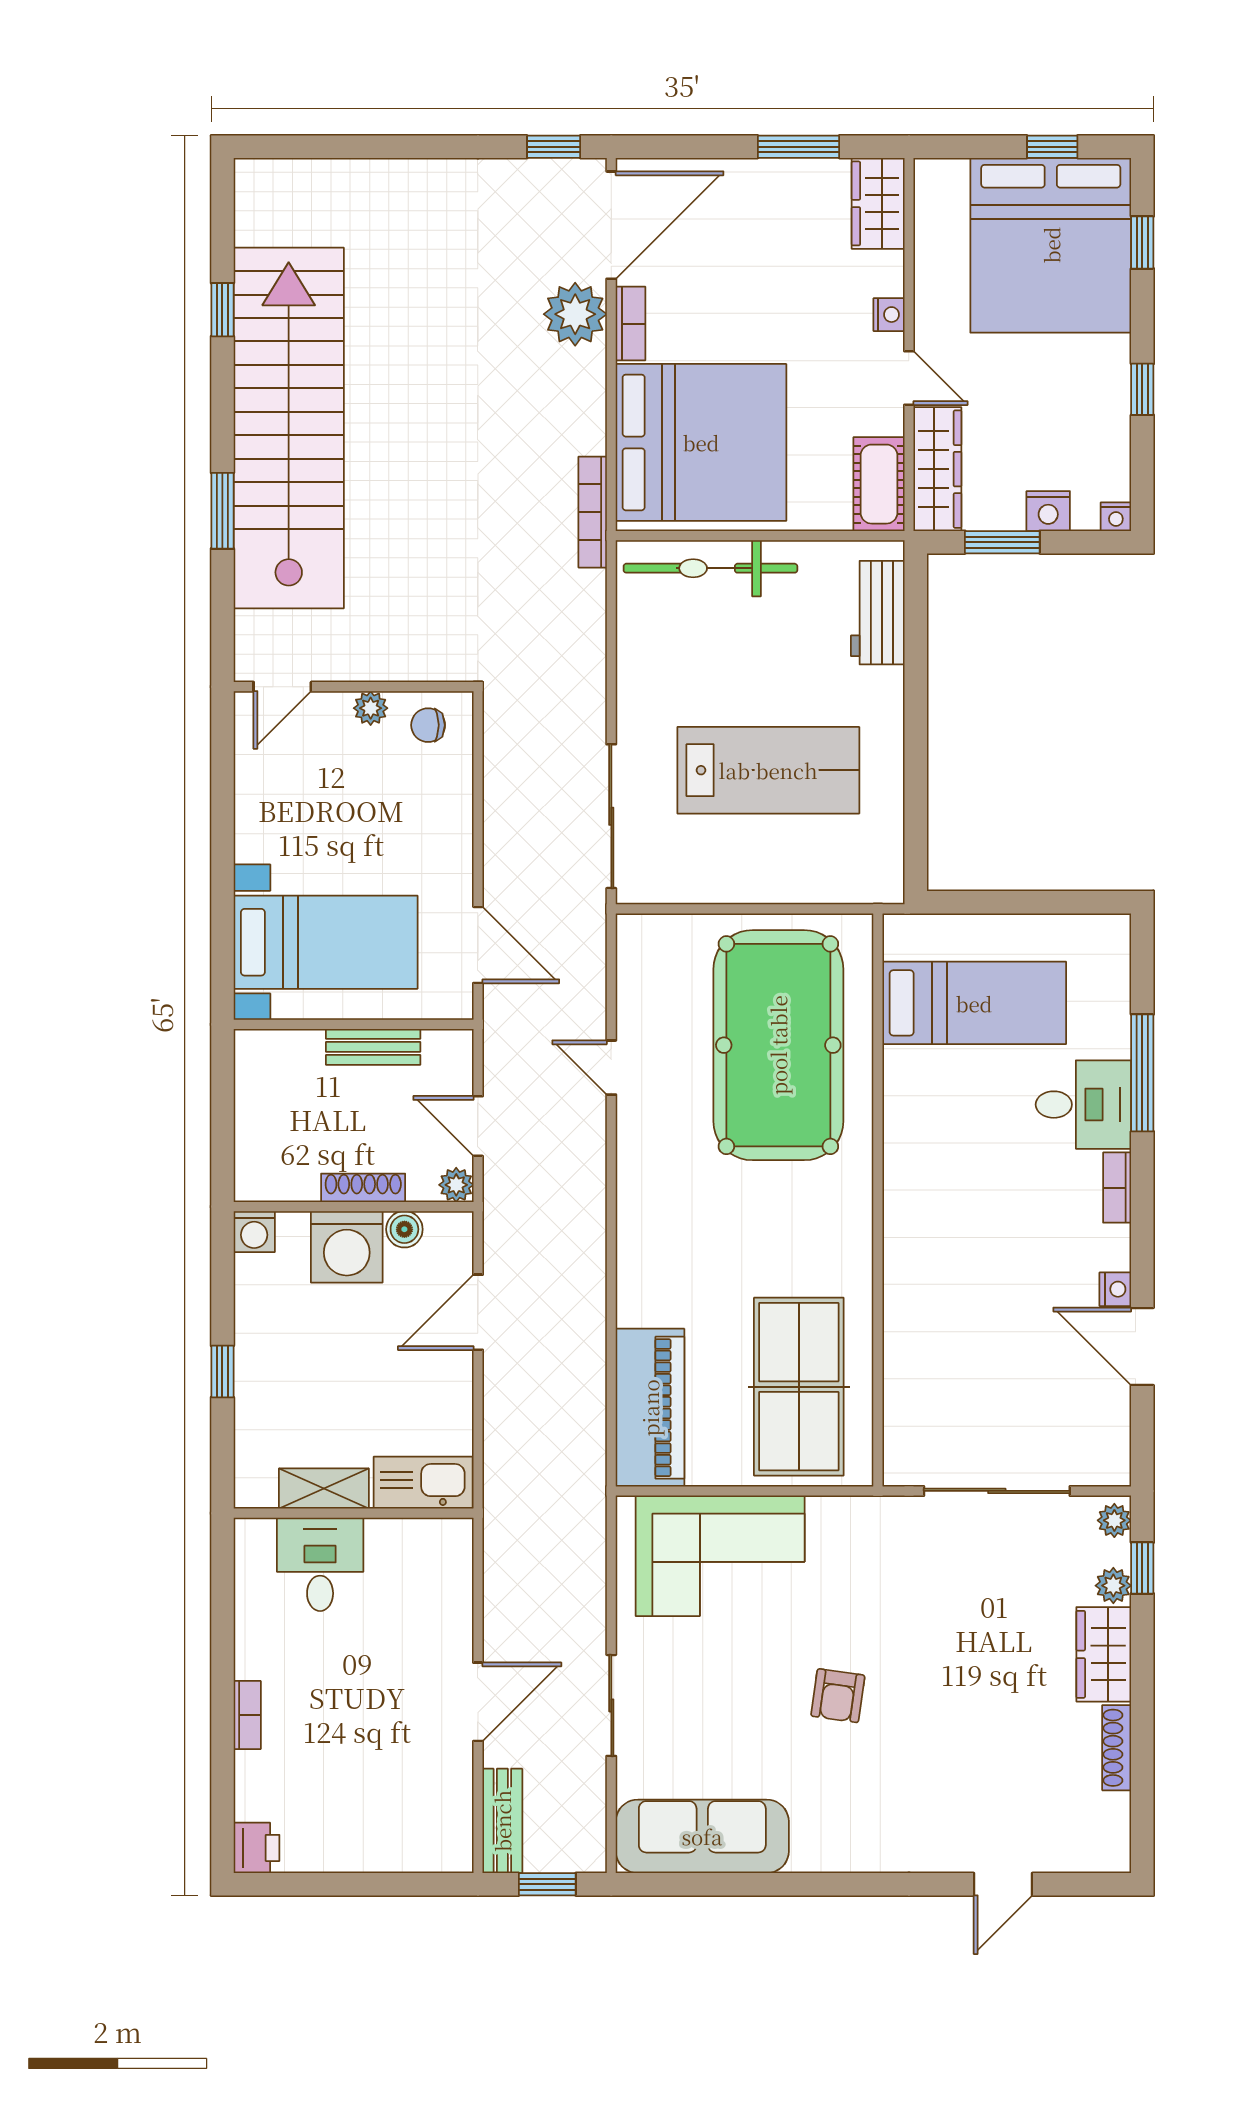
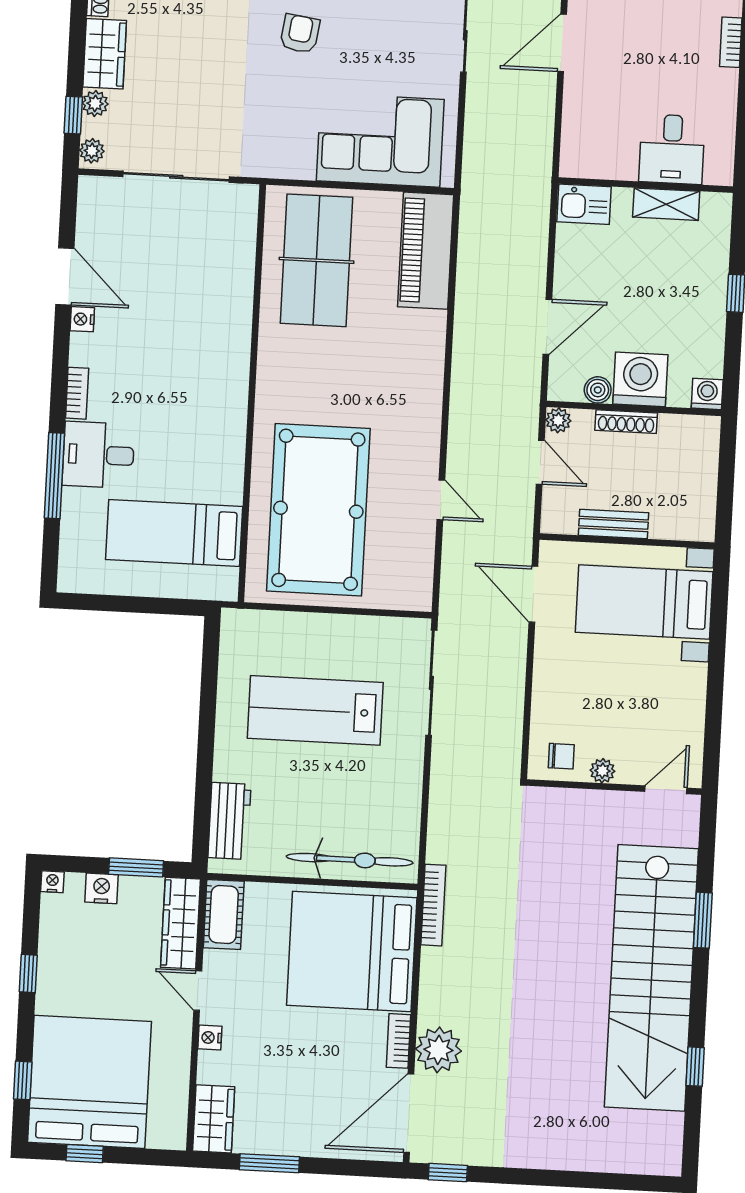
kitchen sink: (423, 1483) -> (584, 204), width x0.73

